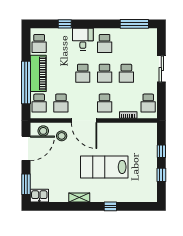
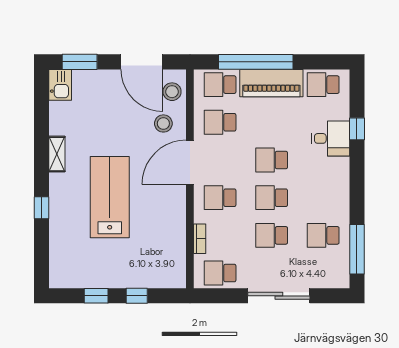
desk: (83, 39) -> (331, 138), moved
school desk: (105, 43) -> (323, 235), moved
sliding door: (161, 69) -> (279, 296), width x1.37

